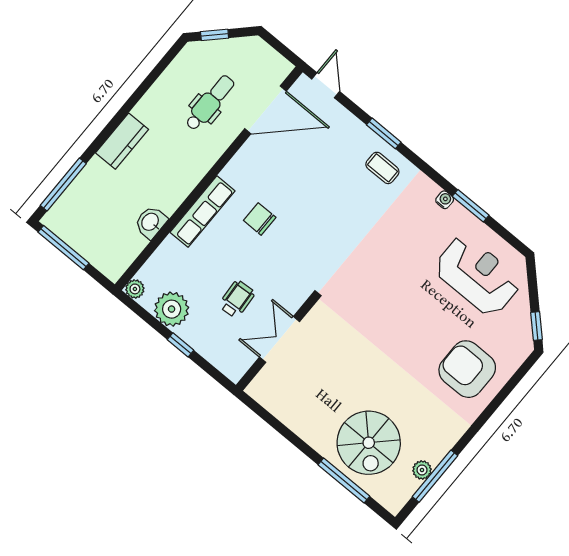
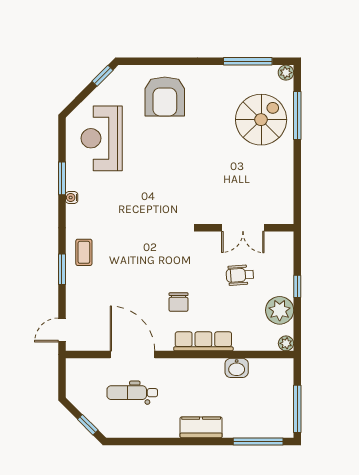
door: (266, 110) -> (132, 355), moved
plant: (422, 470) -> (286, 73), moved

